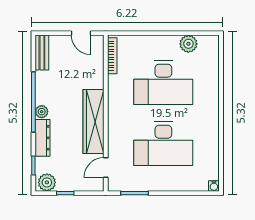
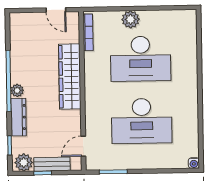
plant: (188, 44) -> (131, 19), moved
bench: (42, 53) -> (52, 164), moved, turned 90
wardrobe: (93, 122) -> (70, 77), moved

